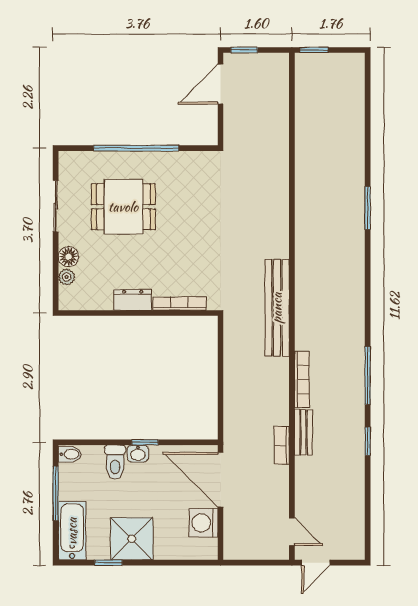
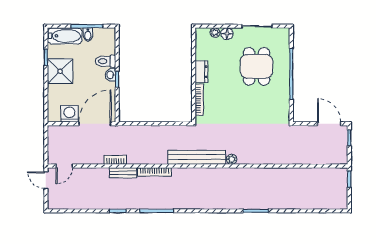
plant: (281, 249) -> (232, 159), added
bidet: (70, 454) -> (88, 35), moved

